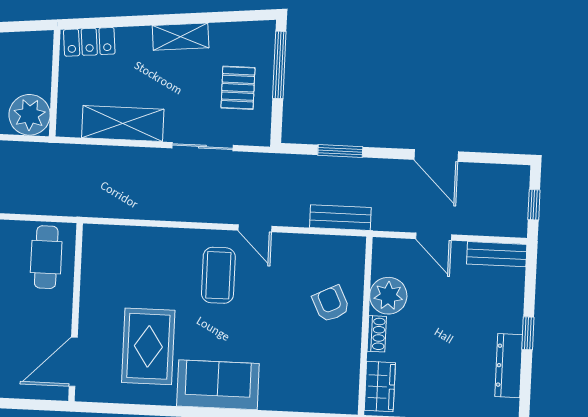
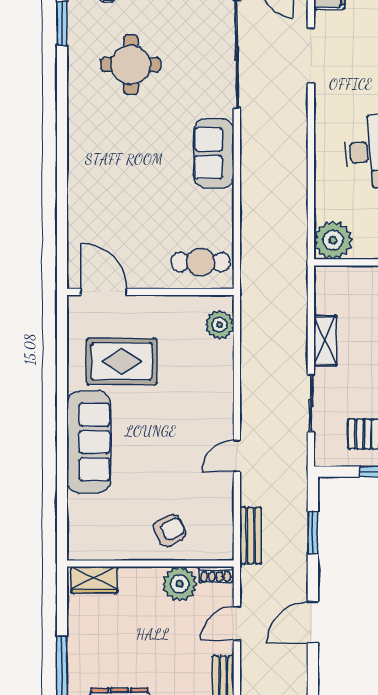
shelving: (123, 124) -> (325, 340), width x0.67, depth x0.75
plant: (114, 240) -> (220, 325), added
coffee table: (218, 275) -> (191, 424), removed
shoe rack: (377, 334) -> (216, 575), moved
sofa: (218, 385) -> (89, 442), width x1.36

